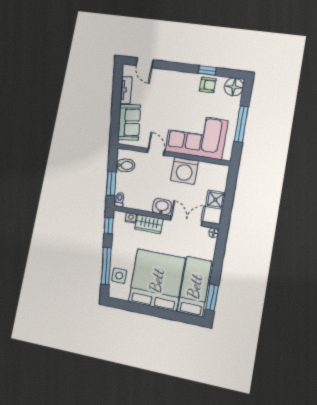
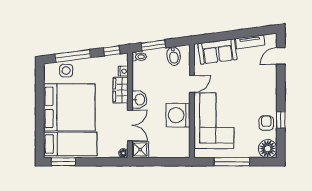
armchair: (208, 85) -> (266, 123), turned 180
shower: (215, 200) -> (140, 150), moved

